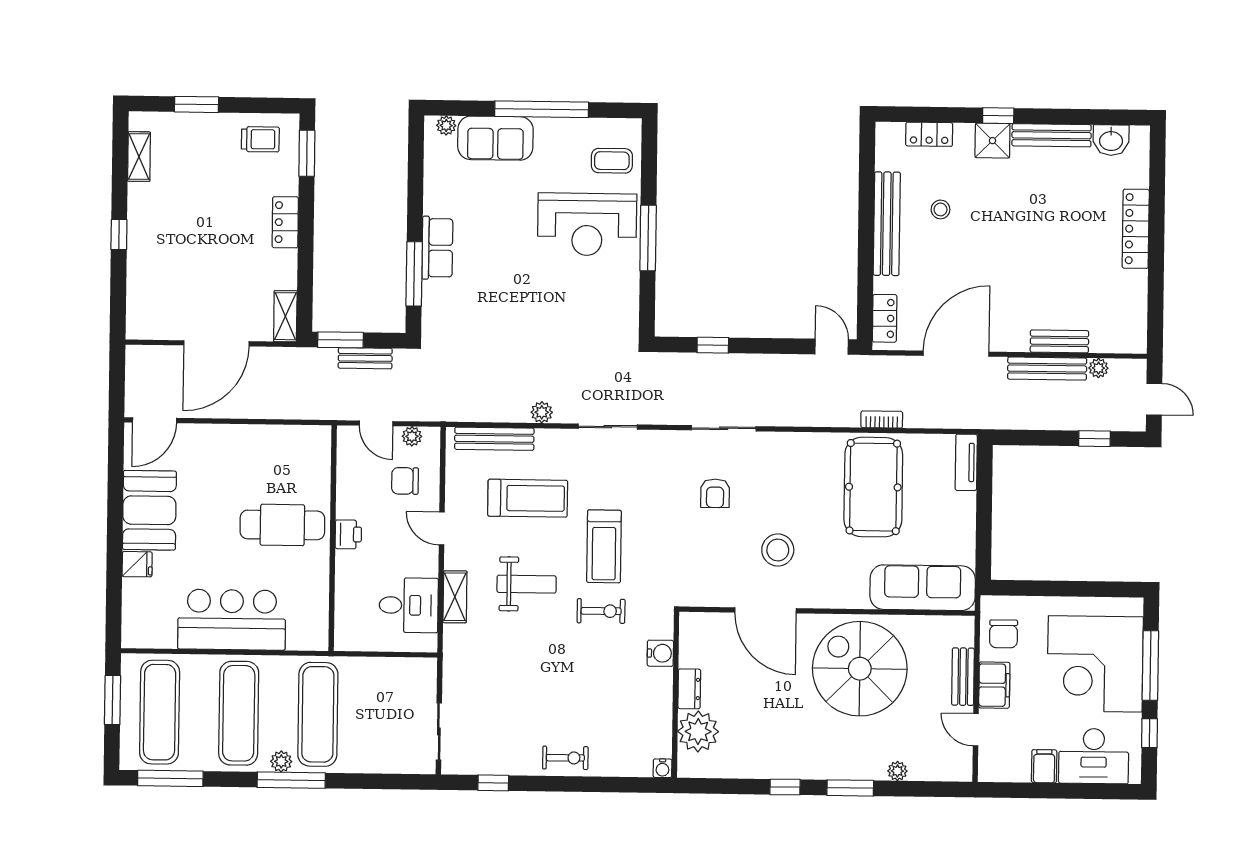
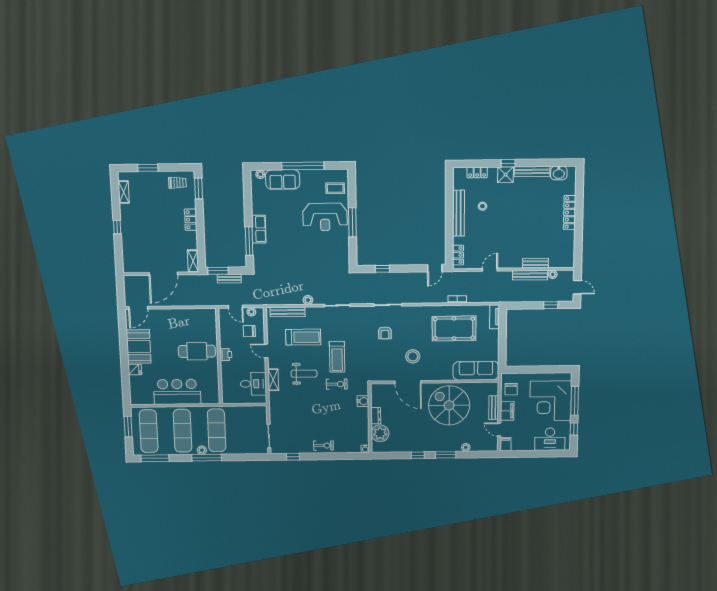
door: (832, 347) -> (435, 268), swing flipped
door: (956, 354) -> (490, 270), width x0.53
pool table: (873, 487) -> (454, 328), turned 90
filing cabinet: (1044, 766) -> (506, 444), moved

